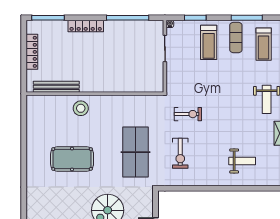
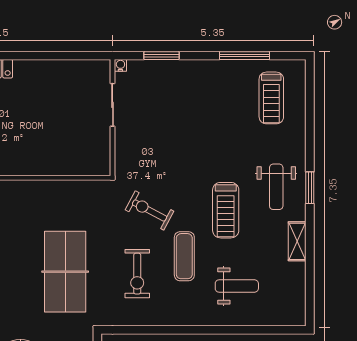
window: (128, 18) -> (53, 56), removed
exercise mat: (236, 38) -> (184, 256), moved
treadmill: (209, 42) -> (226, 210), moved
exercise bike: (188, 114) -> (149, 210), turned -152

